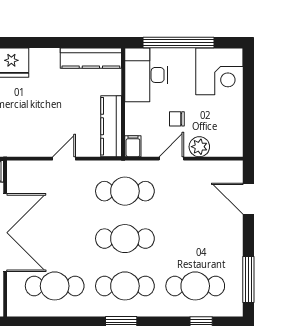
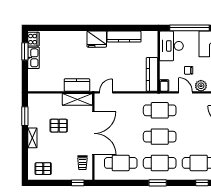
kitchen counter: (91, 58) -> (124, 37), moved
door: (64, 159) -> (106, 92), moved
door: (171, 159) -> (185, 92), hinge flipped

